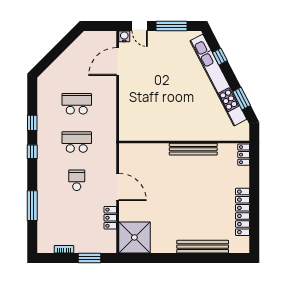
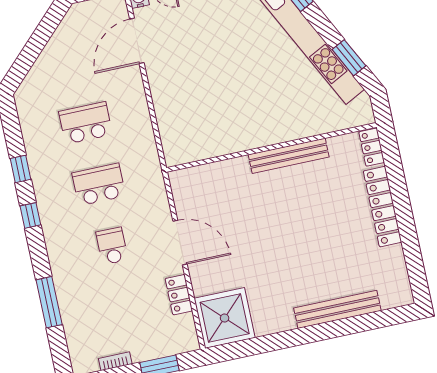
locker: (243, 212) -> (382, 207), moved

